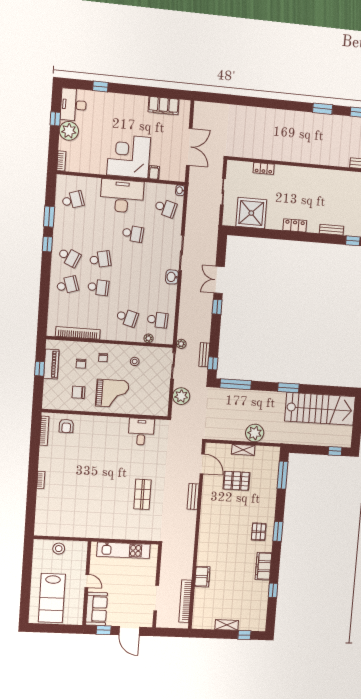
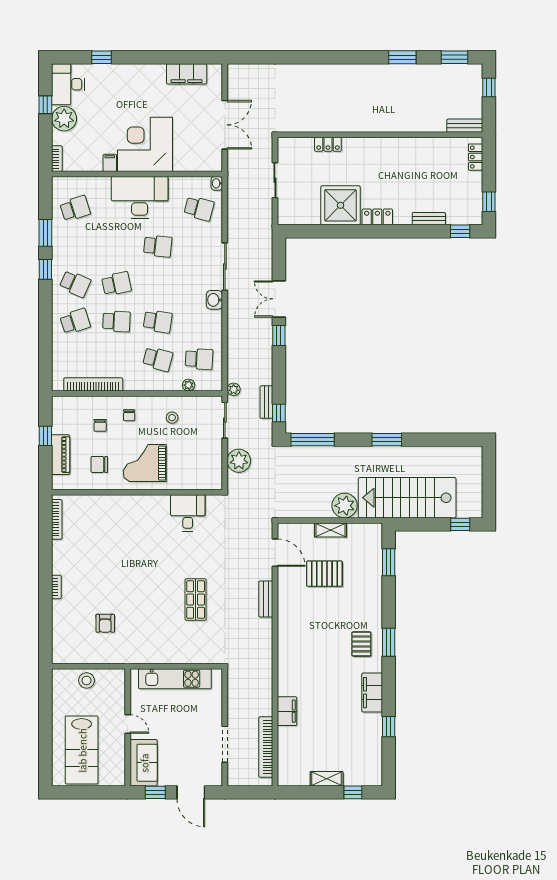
filing cabinet: (154, 173) -> (110, 163), moved
shower: (251, 213) -> (340, 205), moved
school desk: (129, 290) -> (158, 321), added
piano: (51, 364) -> (61, 455), moved
grand piano: (112, 393) -> (145, 463), turned 180
stairs: (320, 409) -> (407, 498), moved, turned 180
armchair: (66, 426) -> (105, 623), moved
window: (282, 475) -> (389, 562), width x0.69

